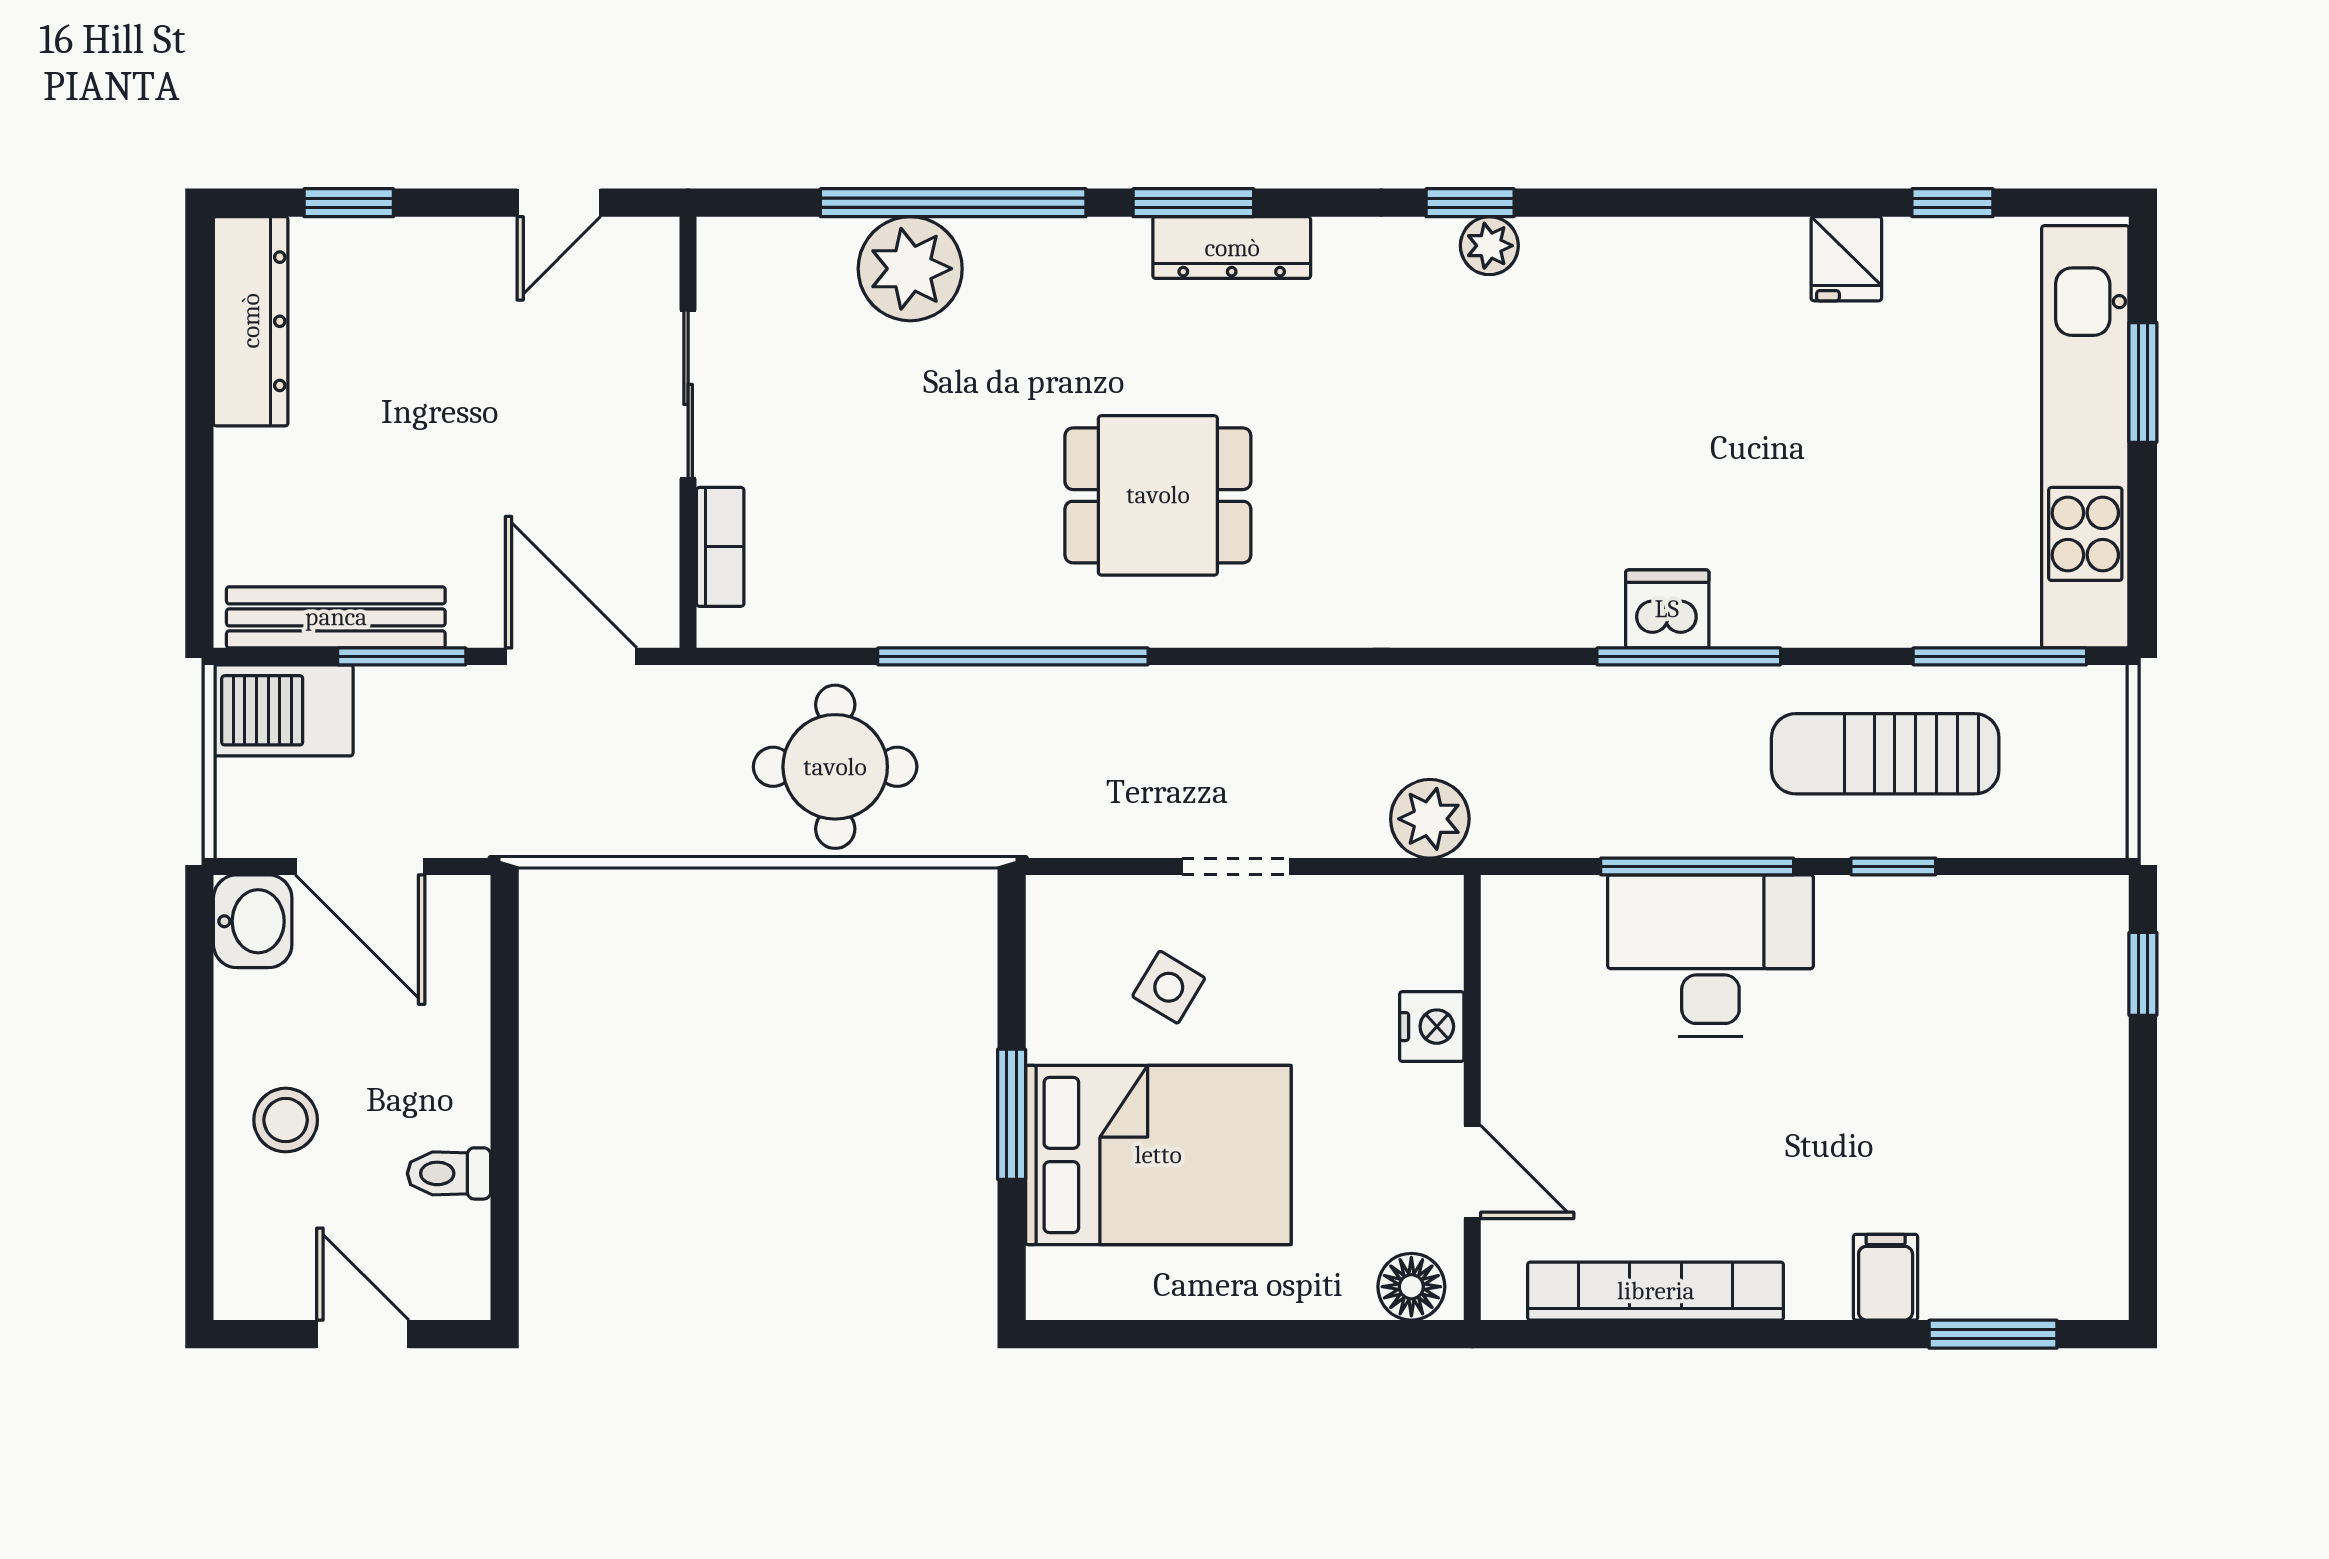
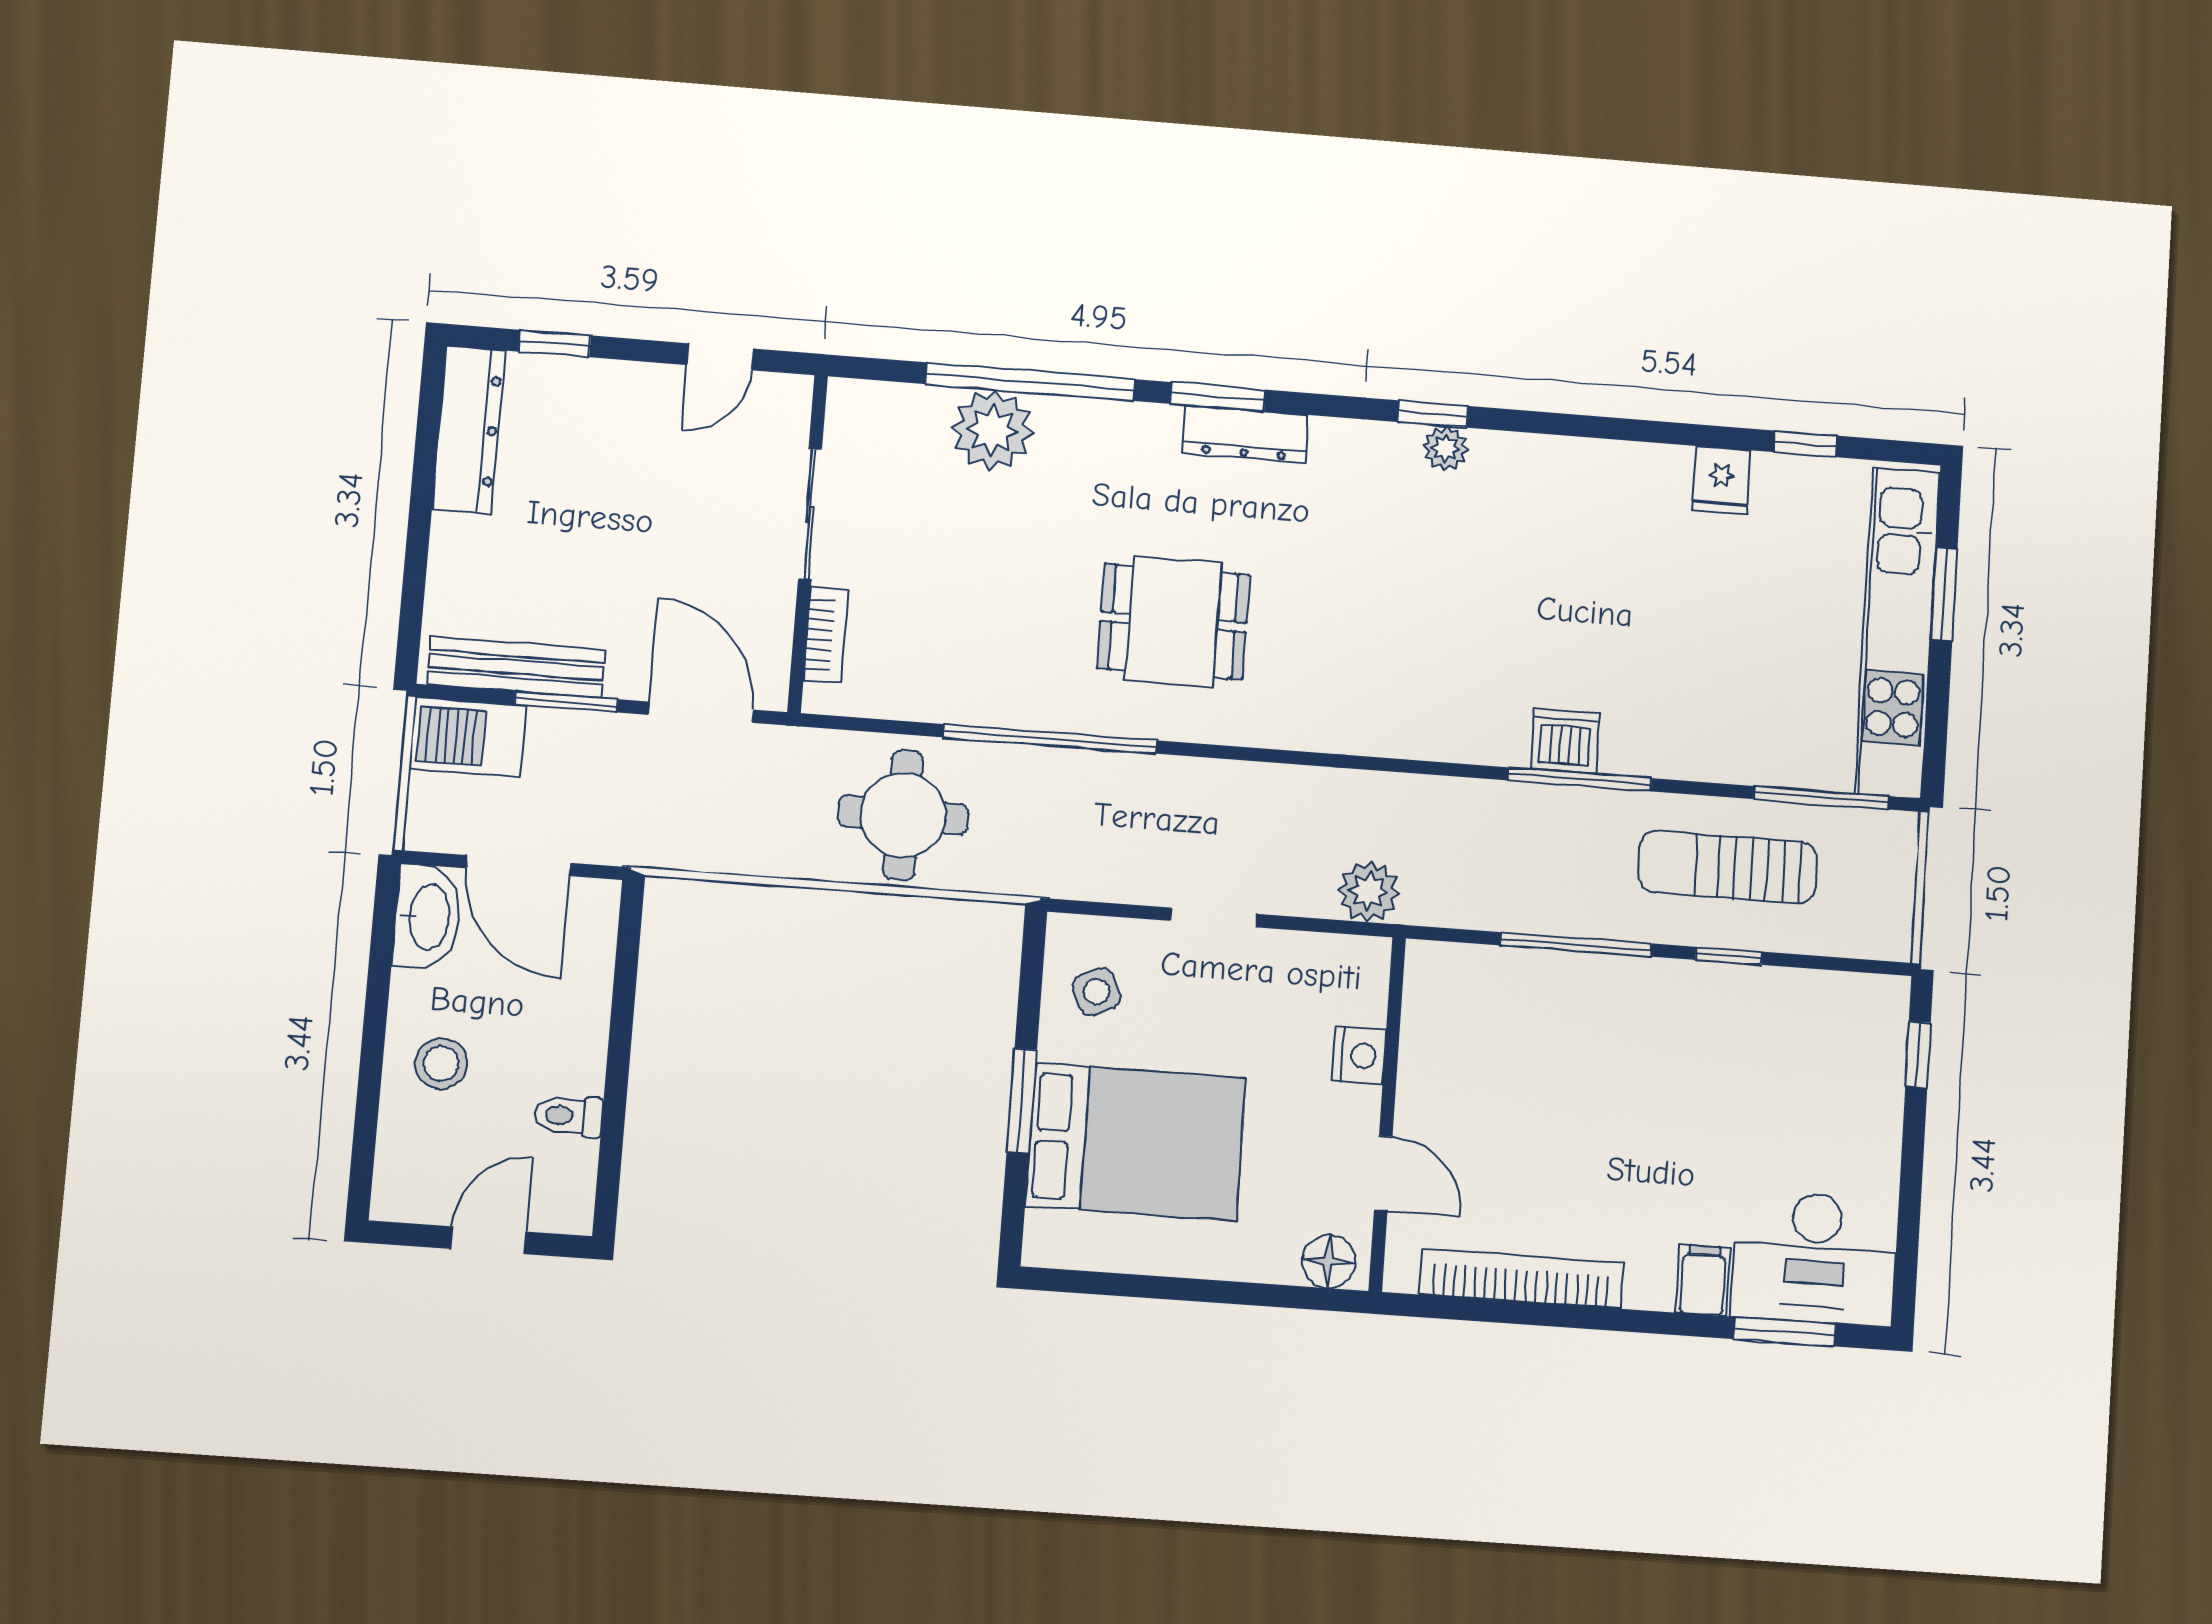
washbasin: (253, 921) -> (427, 917), width x1.38
desk: (1710, 956) -> (1815, 1258), moved, turned 180
side table: (1169, 987) -> (1096, 992), moved, turned 35
door: (363, 1334) -> (488, 1240), hinge flipped

